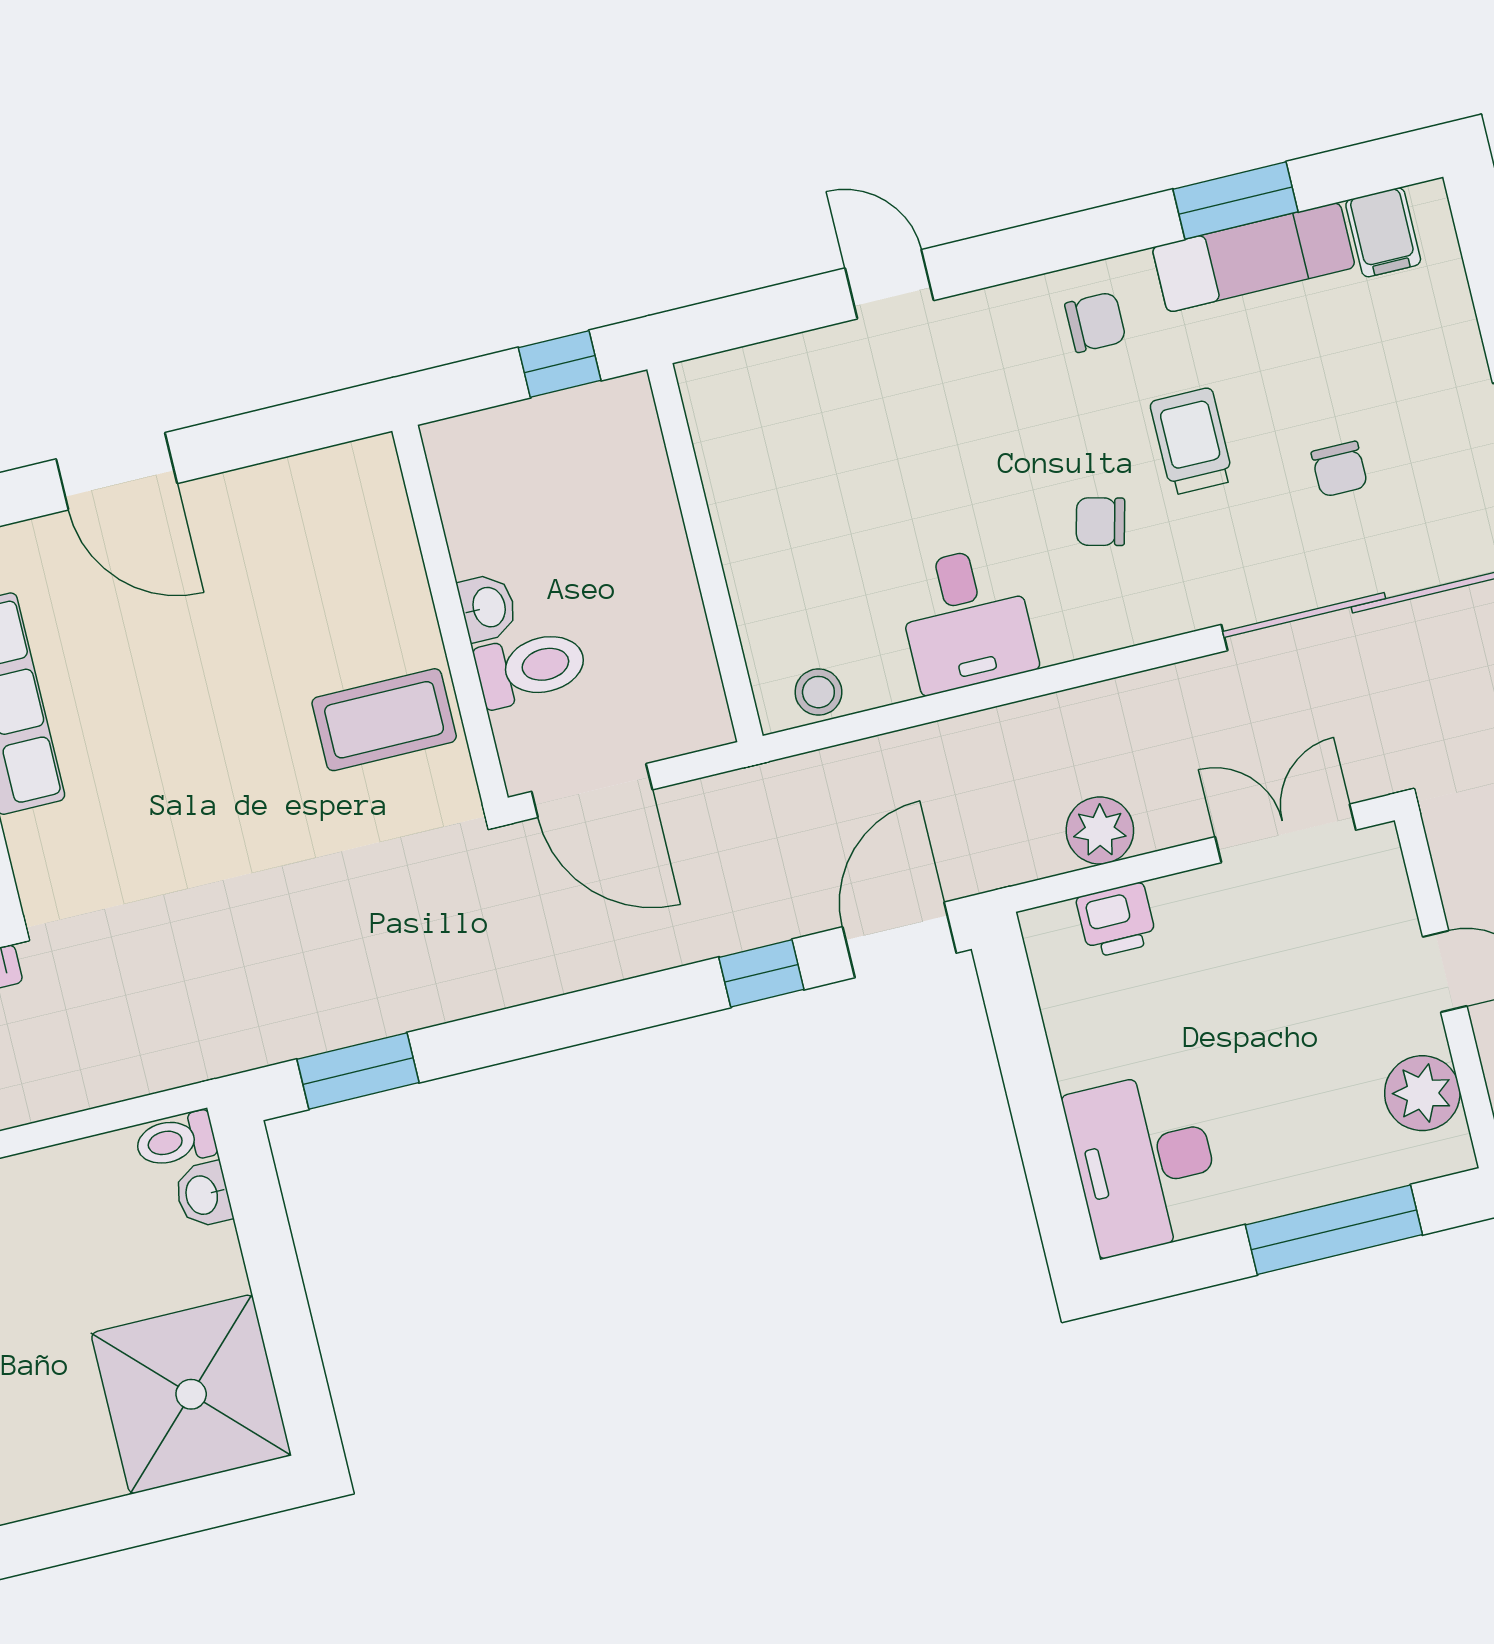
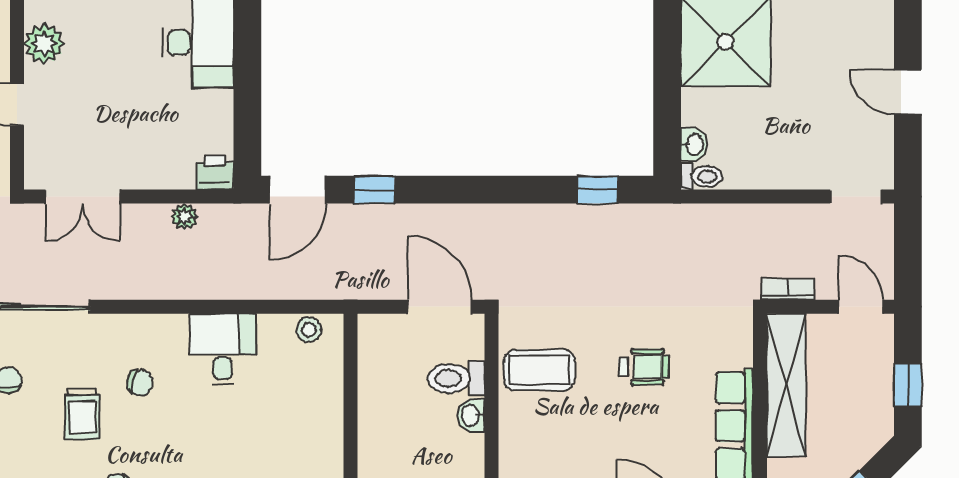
wheelchair: (197, 771) -> (644, 367), added
plant: (1100, 831) -> (184, 217), width x0.73, depth x0.73
printer: (1116, 920) -> (215, 173), moved
window: (358, 1071) -> (597, 190), width x0.67

